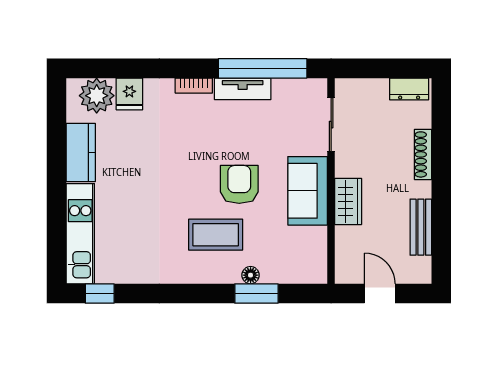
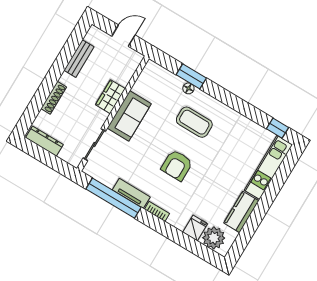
dresser: (409, 89) -> (44, 141), width x1.44
armchair: (239, 184) -> (177, 165), moved
door: (380, 293) -> (123, 36), swing flipped

